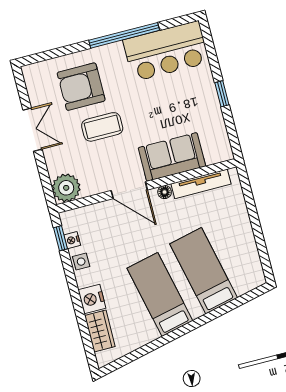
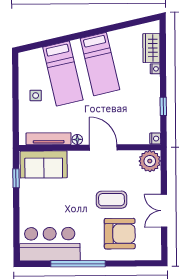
window: (222, 94) -> (16, 178), moved
sofa: (172, 157) -> (44, 164), moved
window: (61, 238) -> (163, 106), moved
nightstand: (72, 240) -> (155, 139), moved
side table: (81, 262) -> (36, 95), moved
nightstand: (92, 299) -> (155, 69), width x0.53, depth x0.56

